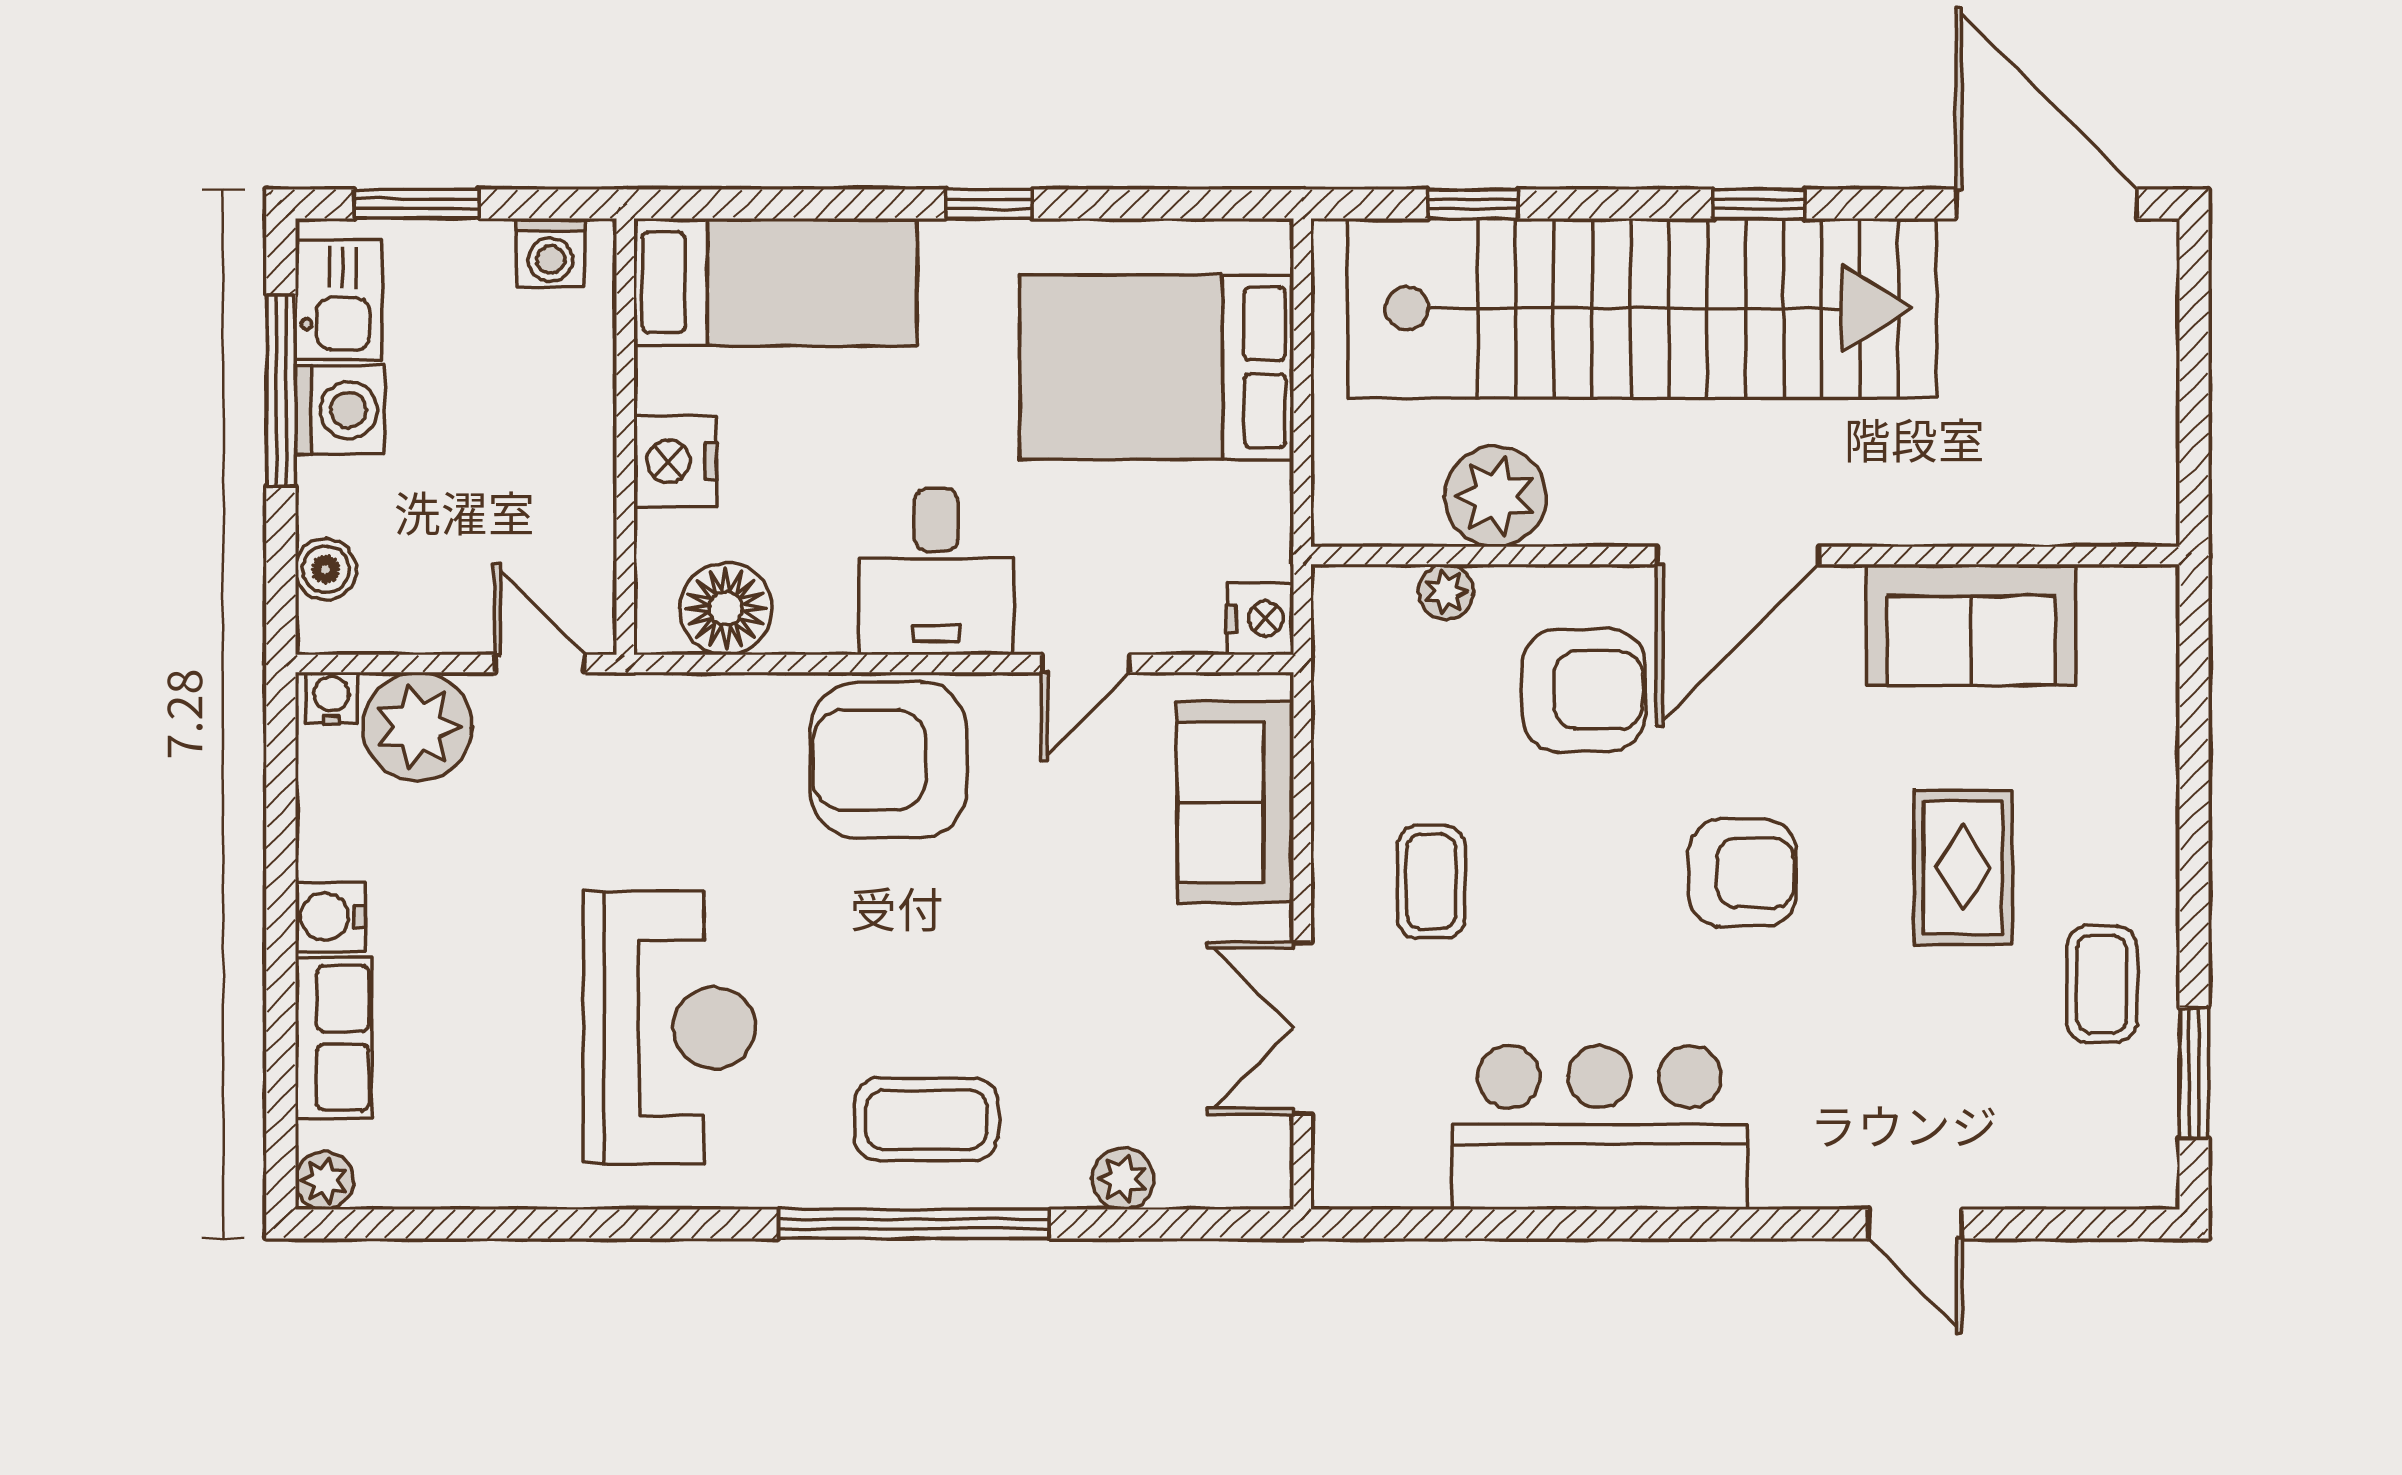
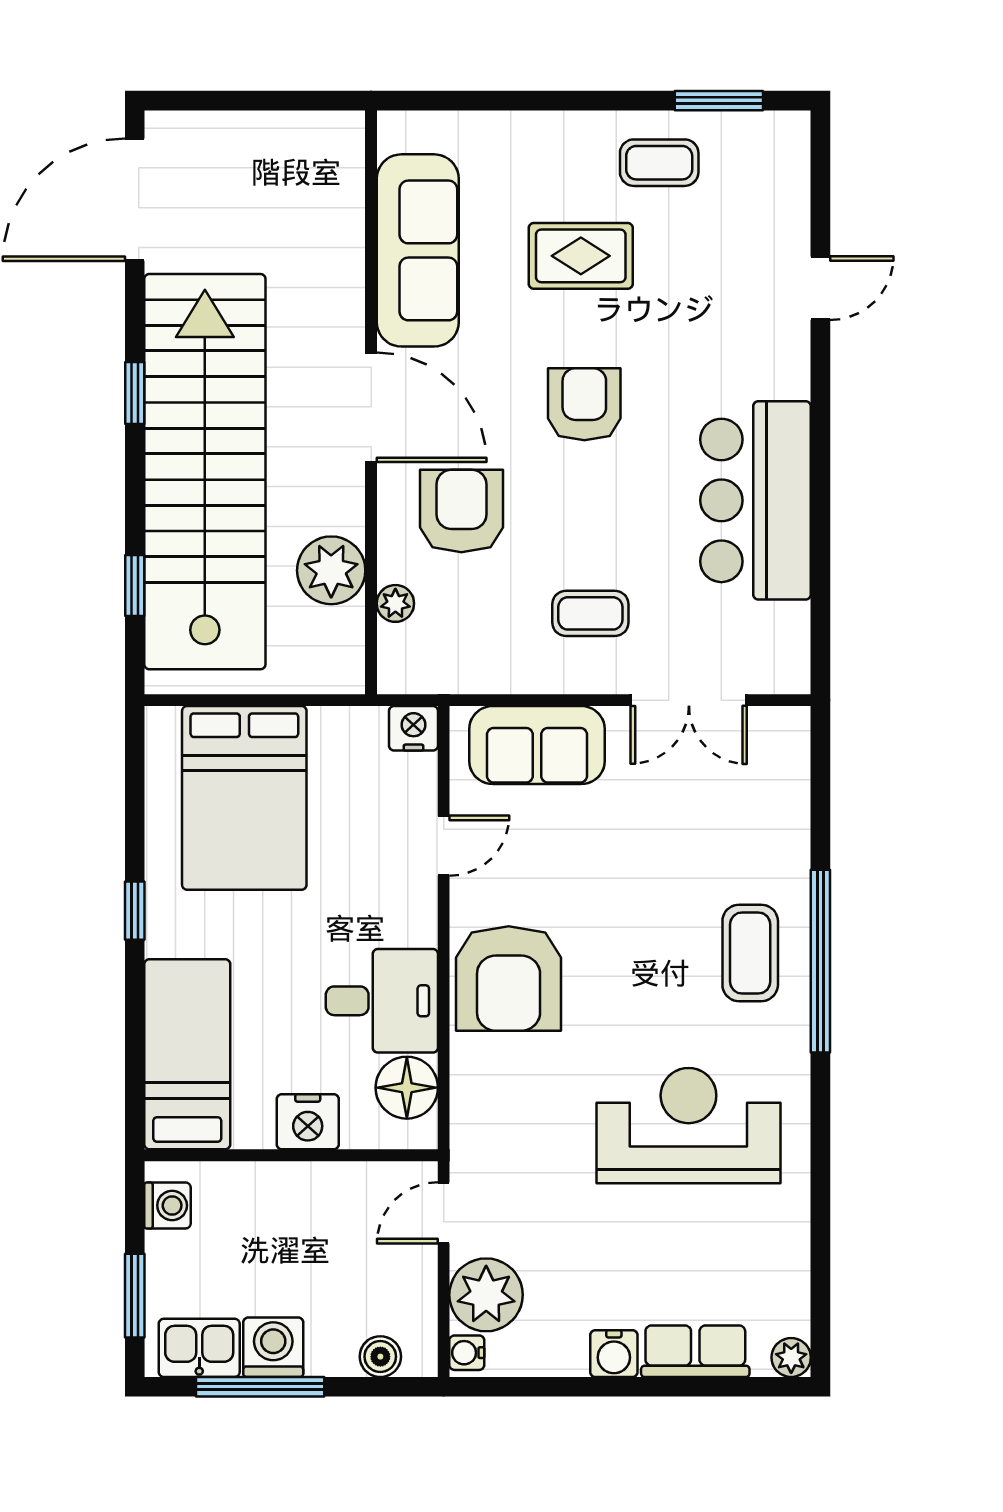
desk: (936, 572) -> (382, 1001), moved
sofa: (1971, 625) -> (418, 250), width x1.36
door: (1086, 664) -> (444, 846), hinge flipped
plant: (1123, 1179) -> (790, 821), removed

